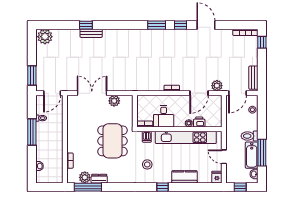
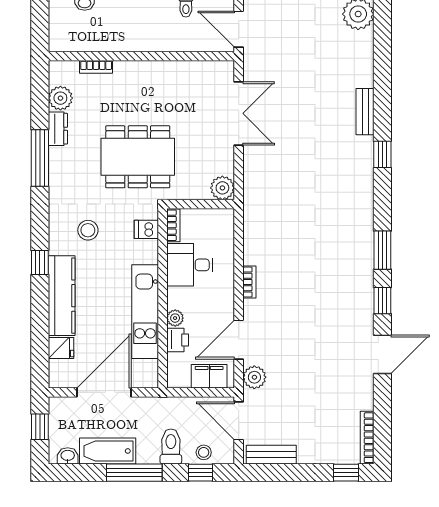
window: (86, 25) -> (382, 154), moved
door: (199, 93) -> (239, 340), hinge flipped
plant: (114, 101) -> (222, 188), moved
filing cabinet: (216, 107) -> (209, 376), added
window: (262, 111) -> (200, 473), added
toilet: (250, 136) -> (171, 446), moved
kitchen unit: (186, 137) -> (145, 312), width x0.73
window: (262, 153) -> (134, 473), moved
door: (224, 157) -> (104, 392), width x1.87
kitchen counter: (185, 177) -> (62, 296), width x1.50
fridge: (217, 177) -> (61, 348), moved
window: (88, 187) -> (40, 158), moved

